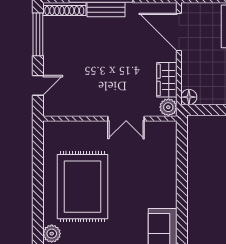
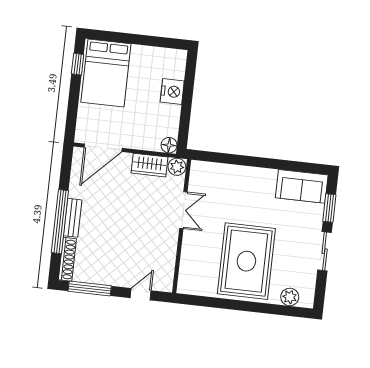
door: (38, 85) -> (141, 294), hinge flipped
rug: (82, 187) -> (246, 261), turned 90

